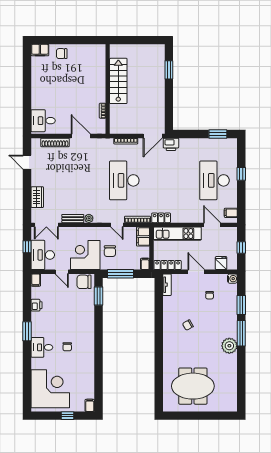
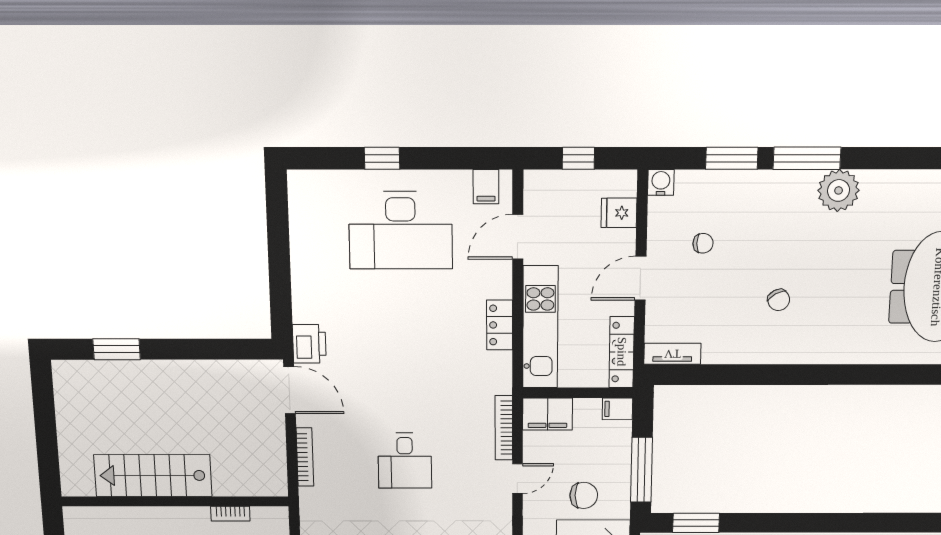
window: (218, 134) -> (278, 221), removed
desk: (124, 180) -> (405, 461), width x0.53, depth x0.77
locker: (161, 218) -> (500, 325), moved

